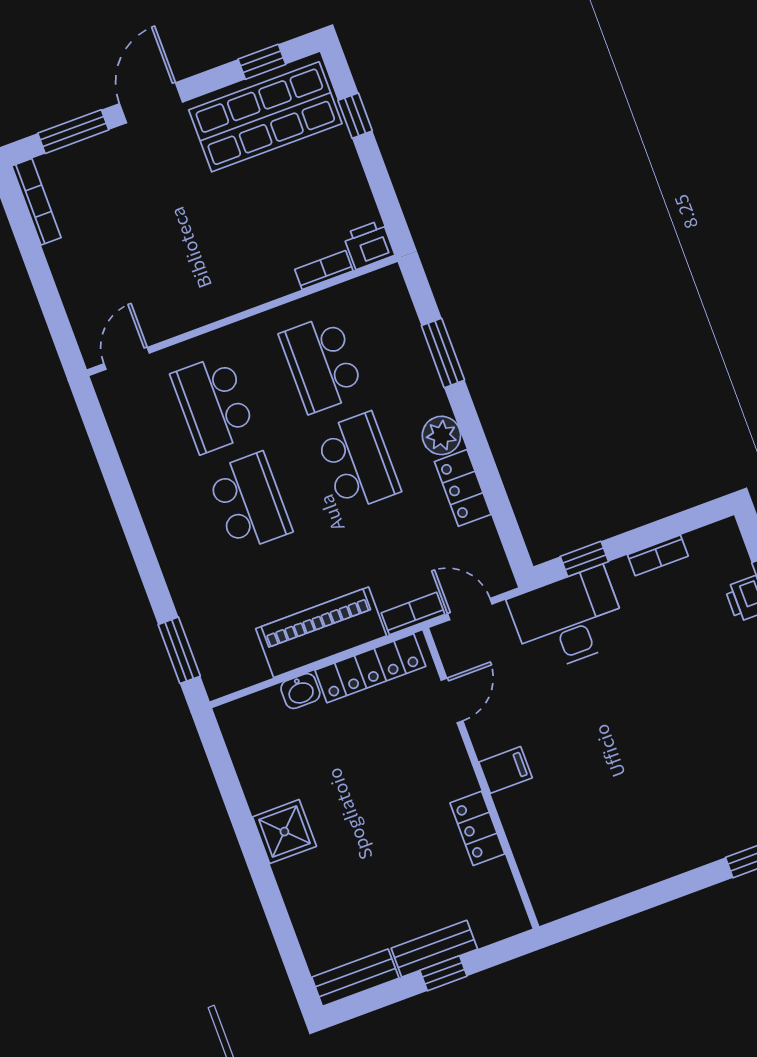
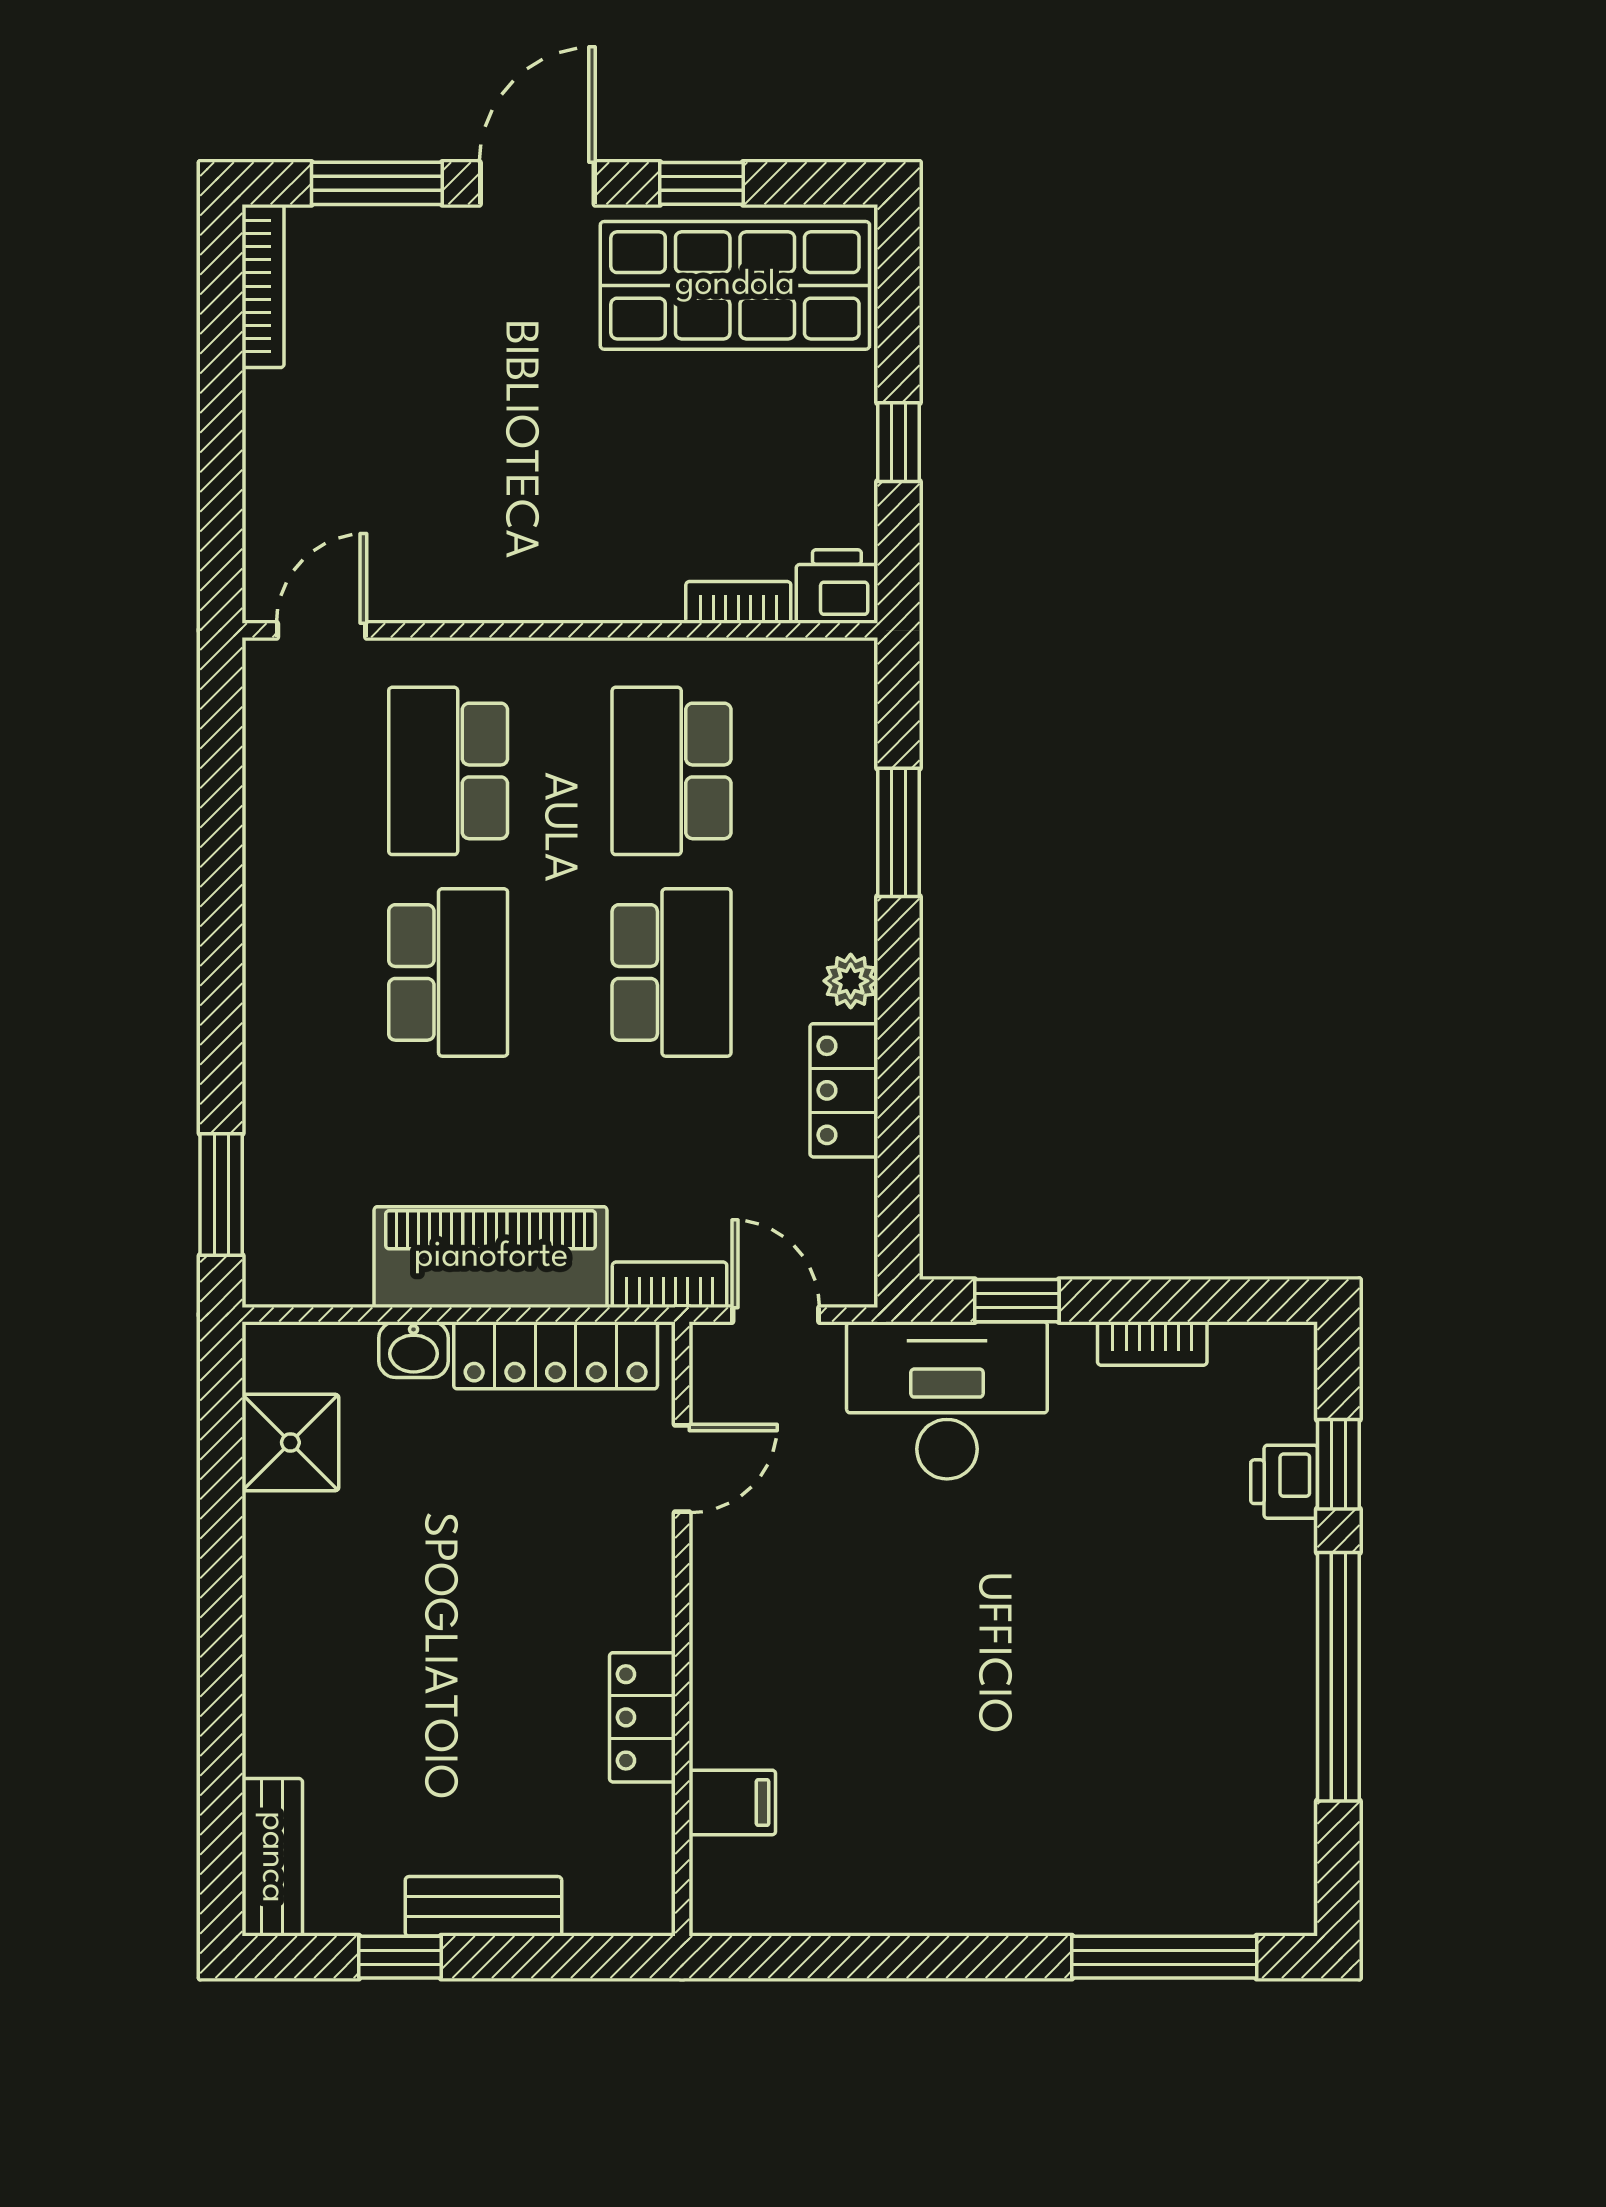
window: (262, 62) -> (702, 183), moved
window: (355, 116) -> (899, 442), moved
plant: (441, 435) -> (851, 981), width x0.73, depth x0.73
filing cabinet: (505, 770) -> (732, 1802), moved
shower: (284, 832) -> (290, 1442), moved
window: (443, 973) -> (400, 1957), moved
bench: (355, 978) -> (272, 1857), moved, turned 90

